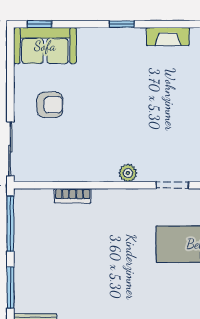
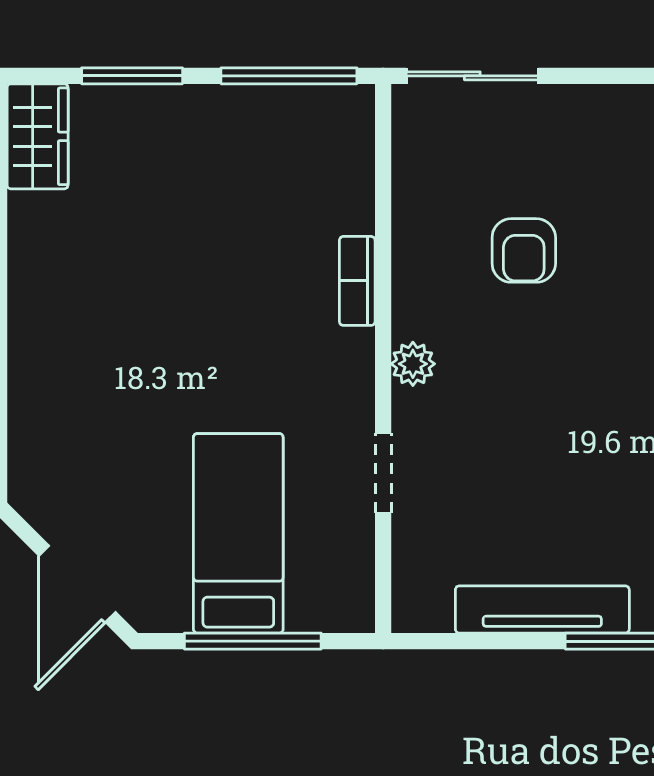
armchair: (50, 105) -> (524, 250), moved
bookcase: (73, 196) -> (357, 281), moved

